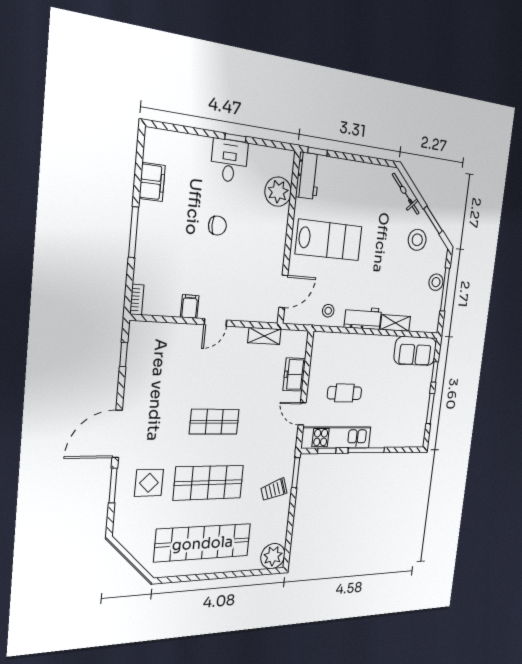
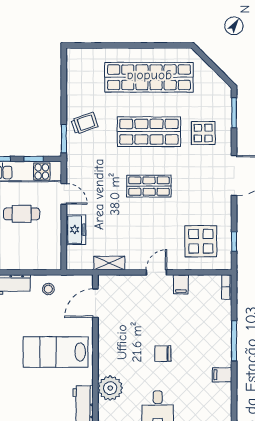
filing cabinet: (152, 182) -> (222, 375), width x0.50
display table: (163, 357) -> (201, 241), added
window: (113, 486) -> (234, 113), moved
plant: (273, 556) -> (78, 60), removed

